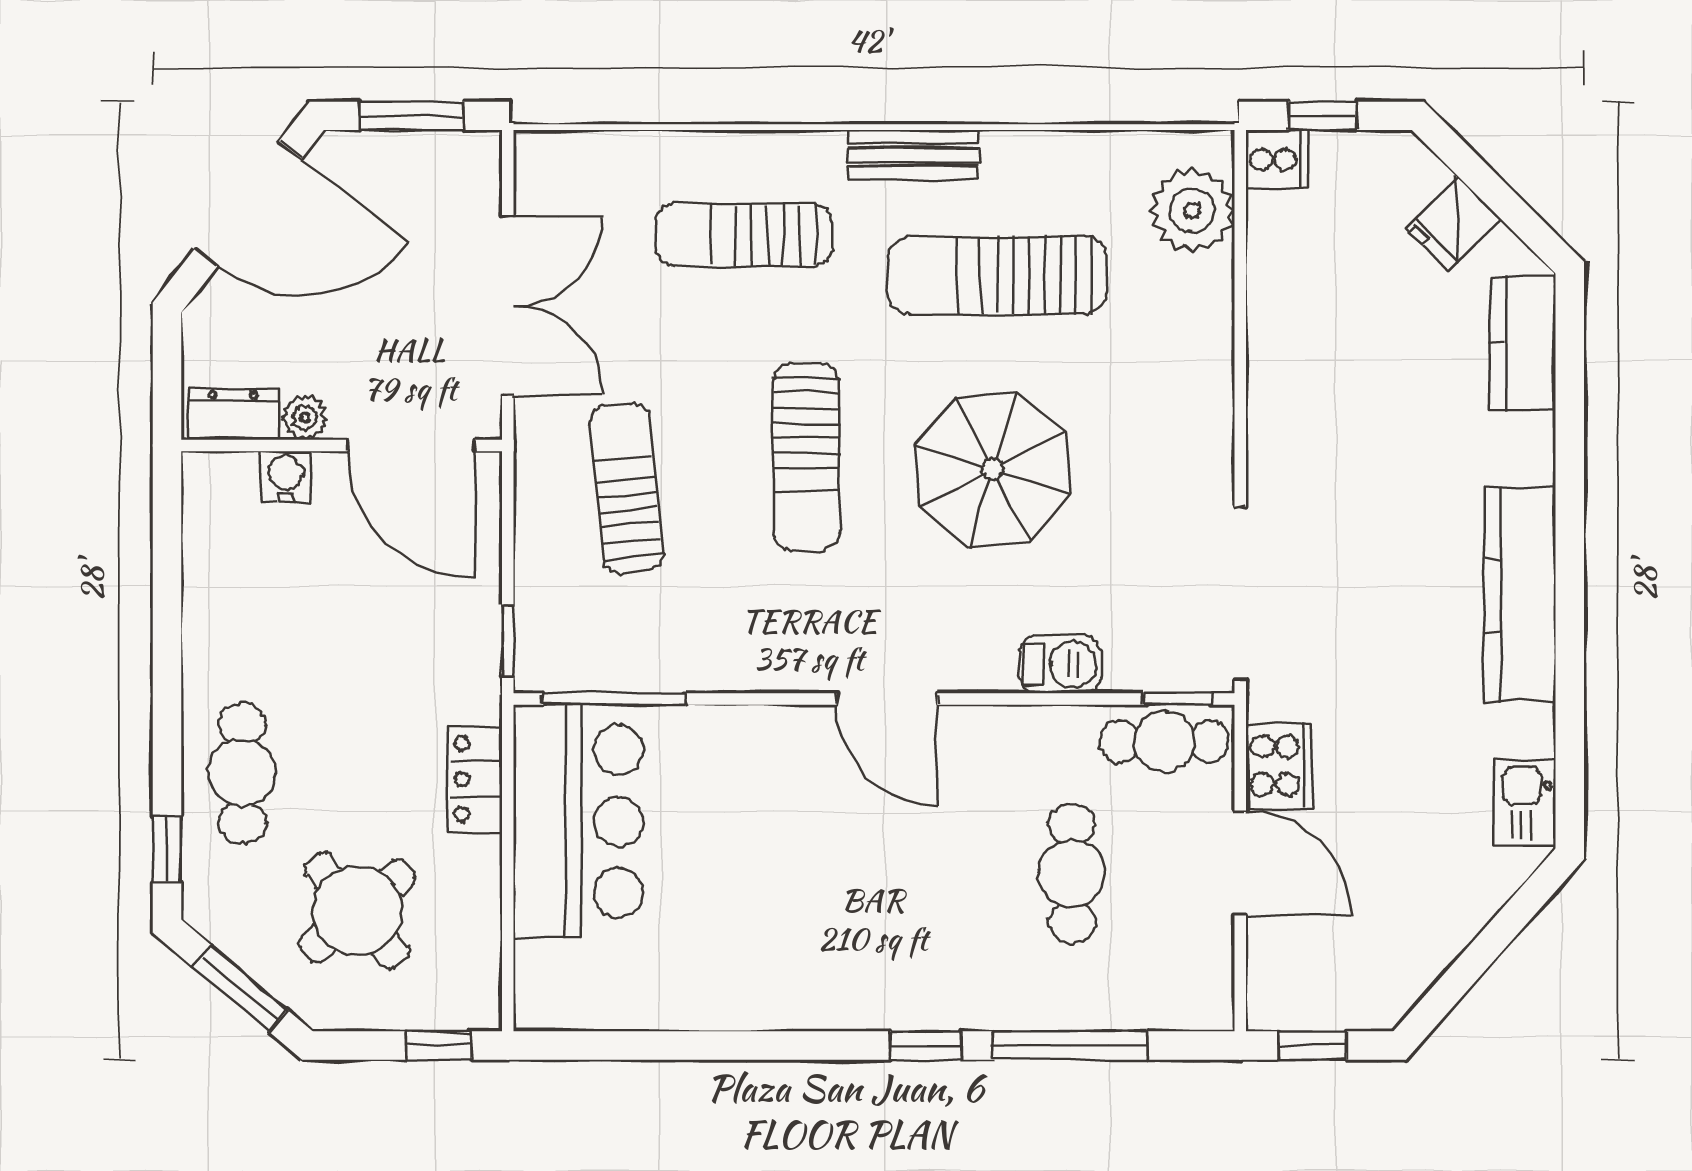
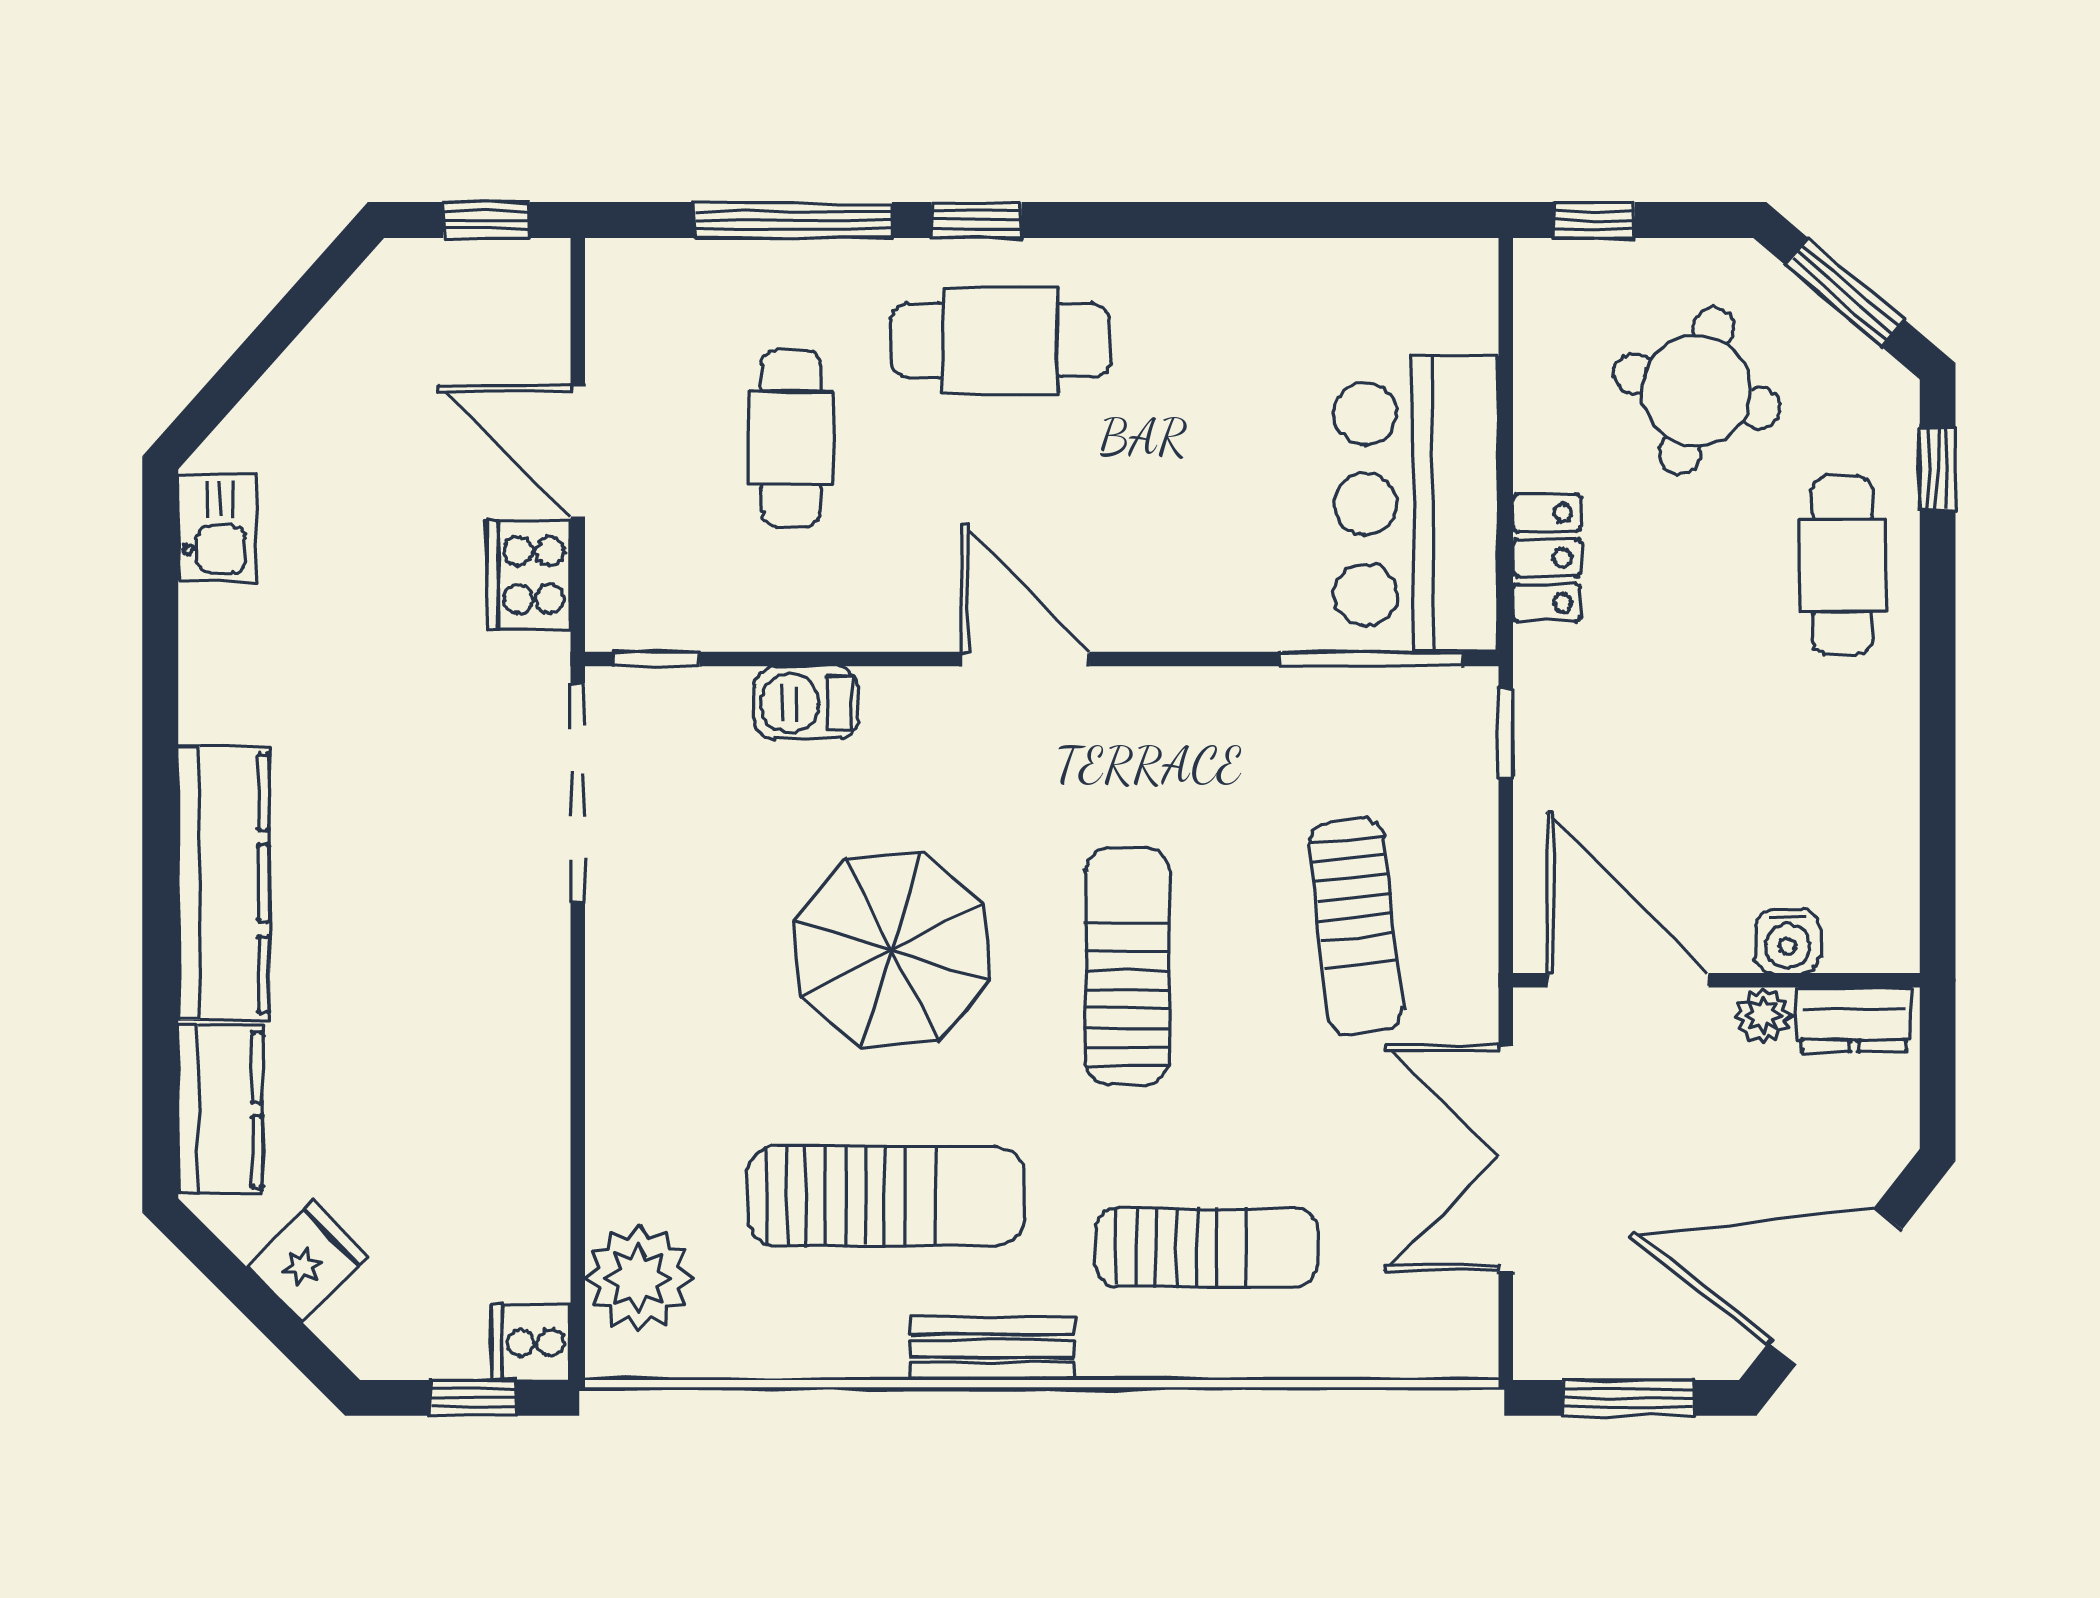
kitchen counter: (1520, 594) -> (224, 883), moved
cafe table: (1164, 741) -> (1000, 341), moved, width x1.37, depth x1.35
round table: (357, 911) -> (1697, 391), turned -35

